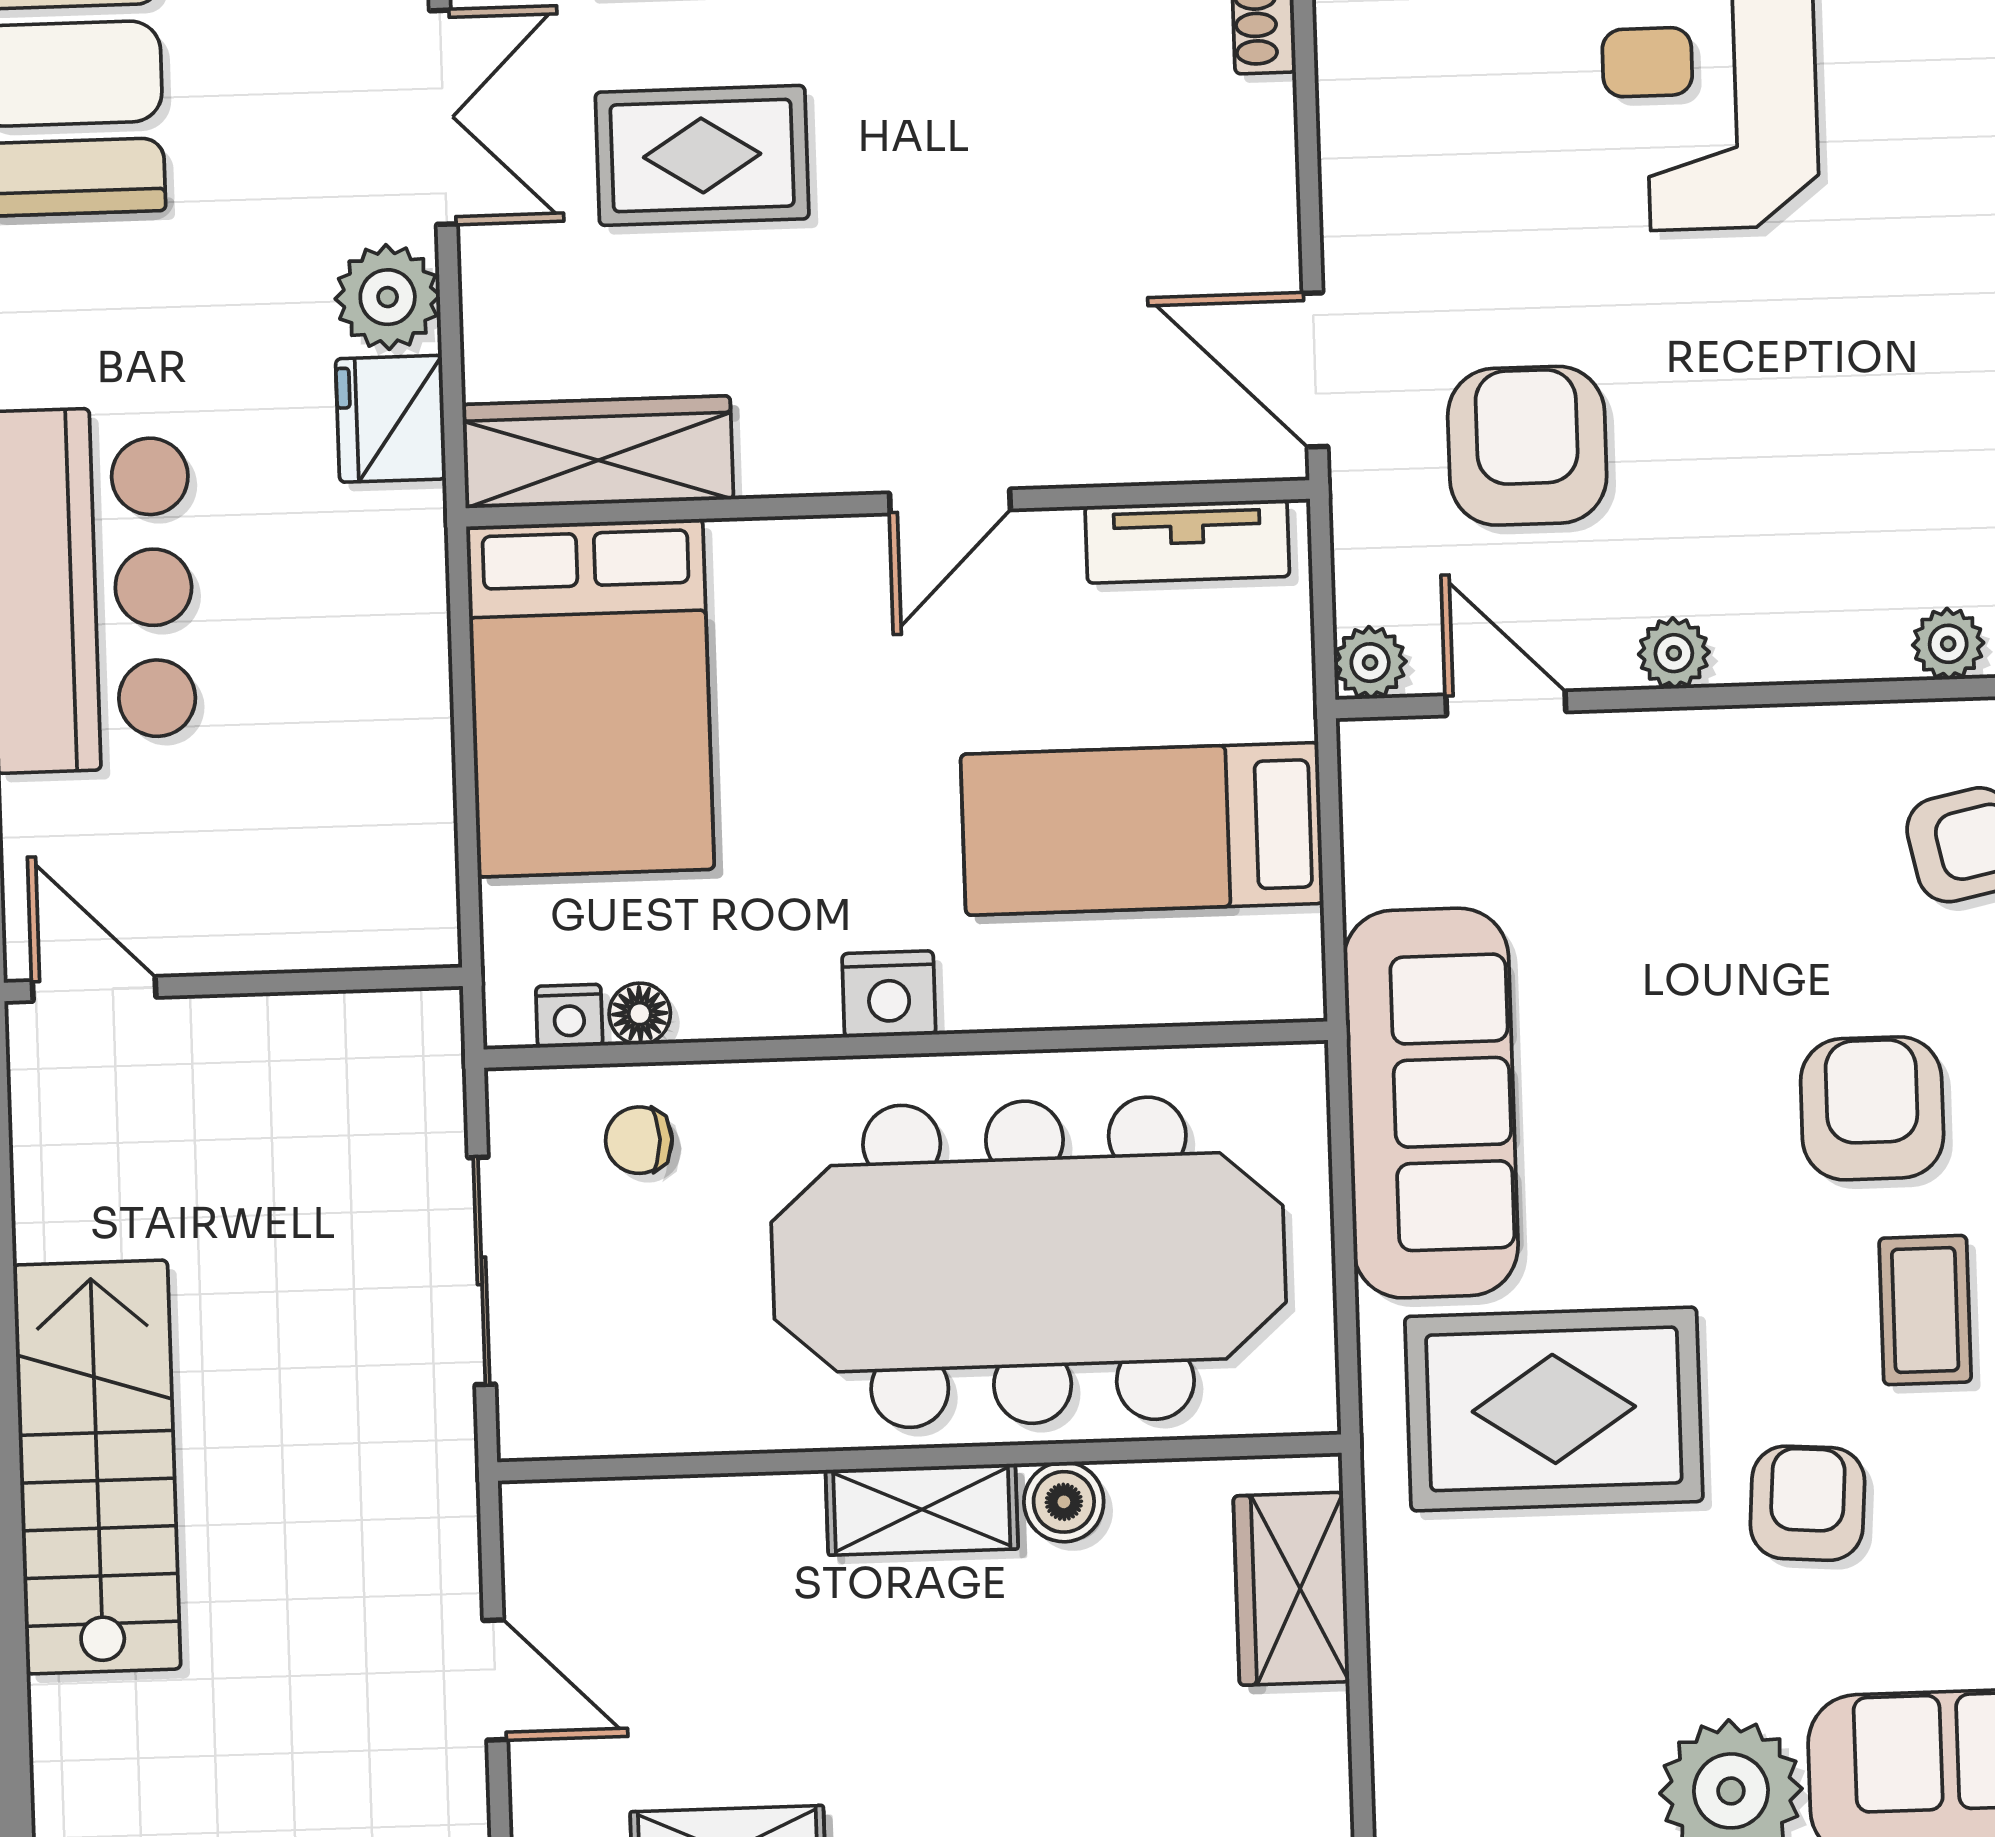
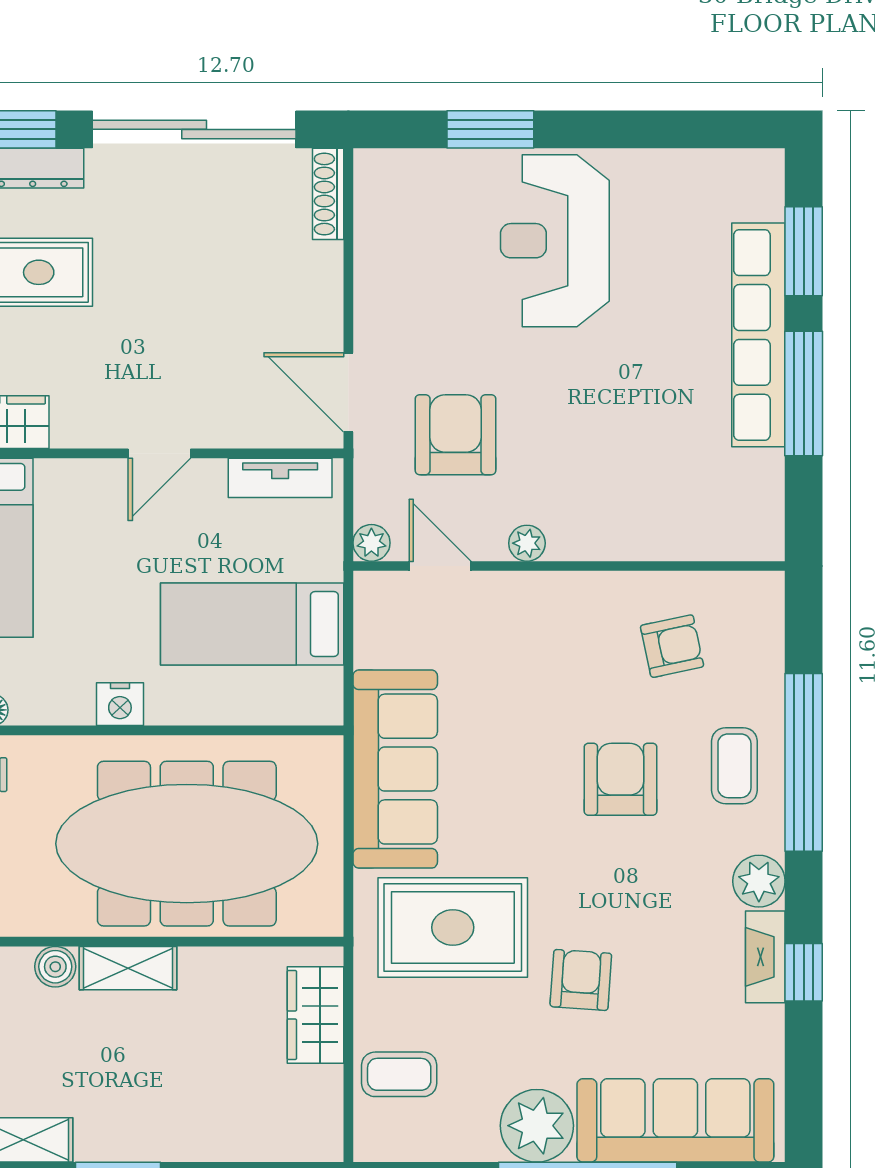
plant: (1948, 644) -> (667, 543), removed
coffee table: (1925, 1310) -> (399, 1074), moved, turned 90
boiler: (1064, 1502) -> (55, 967), moved

